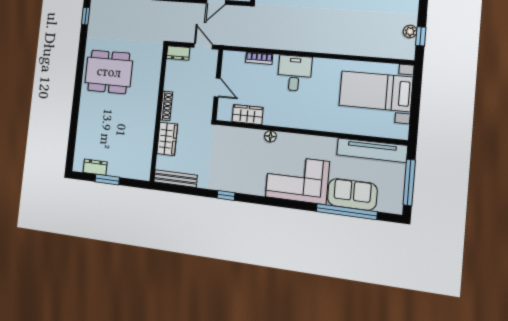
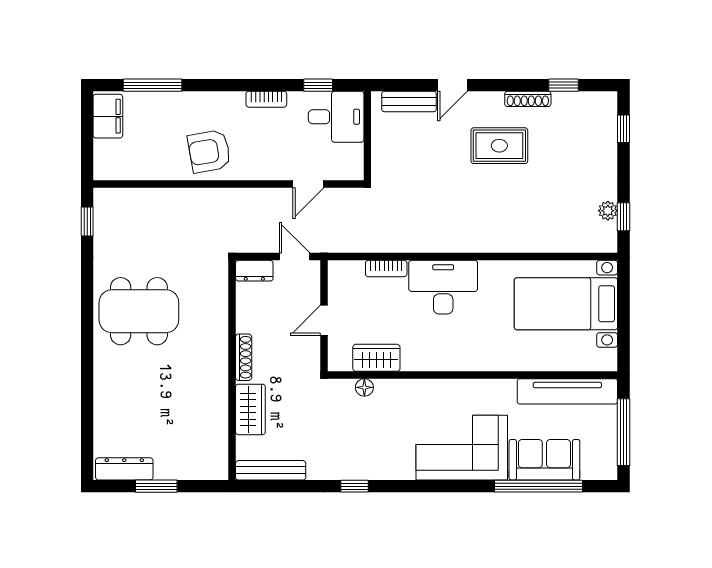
desk: (295, 73) -> (443, 287), width x1.37
door: (217, 87) -> (324, 320), swing flipped
floor lamp: (270, 136) -> (364, 387), moved
dresser: (95, 167) -> (124, 469), width x1.44

